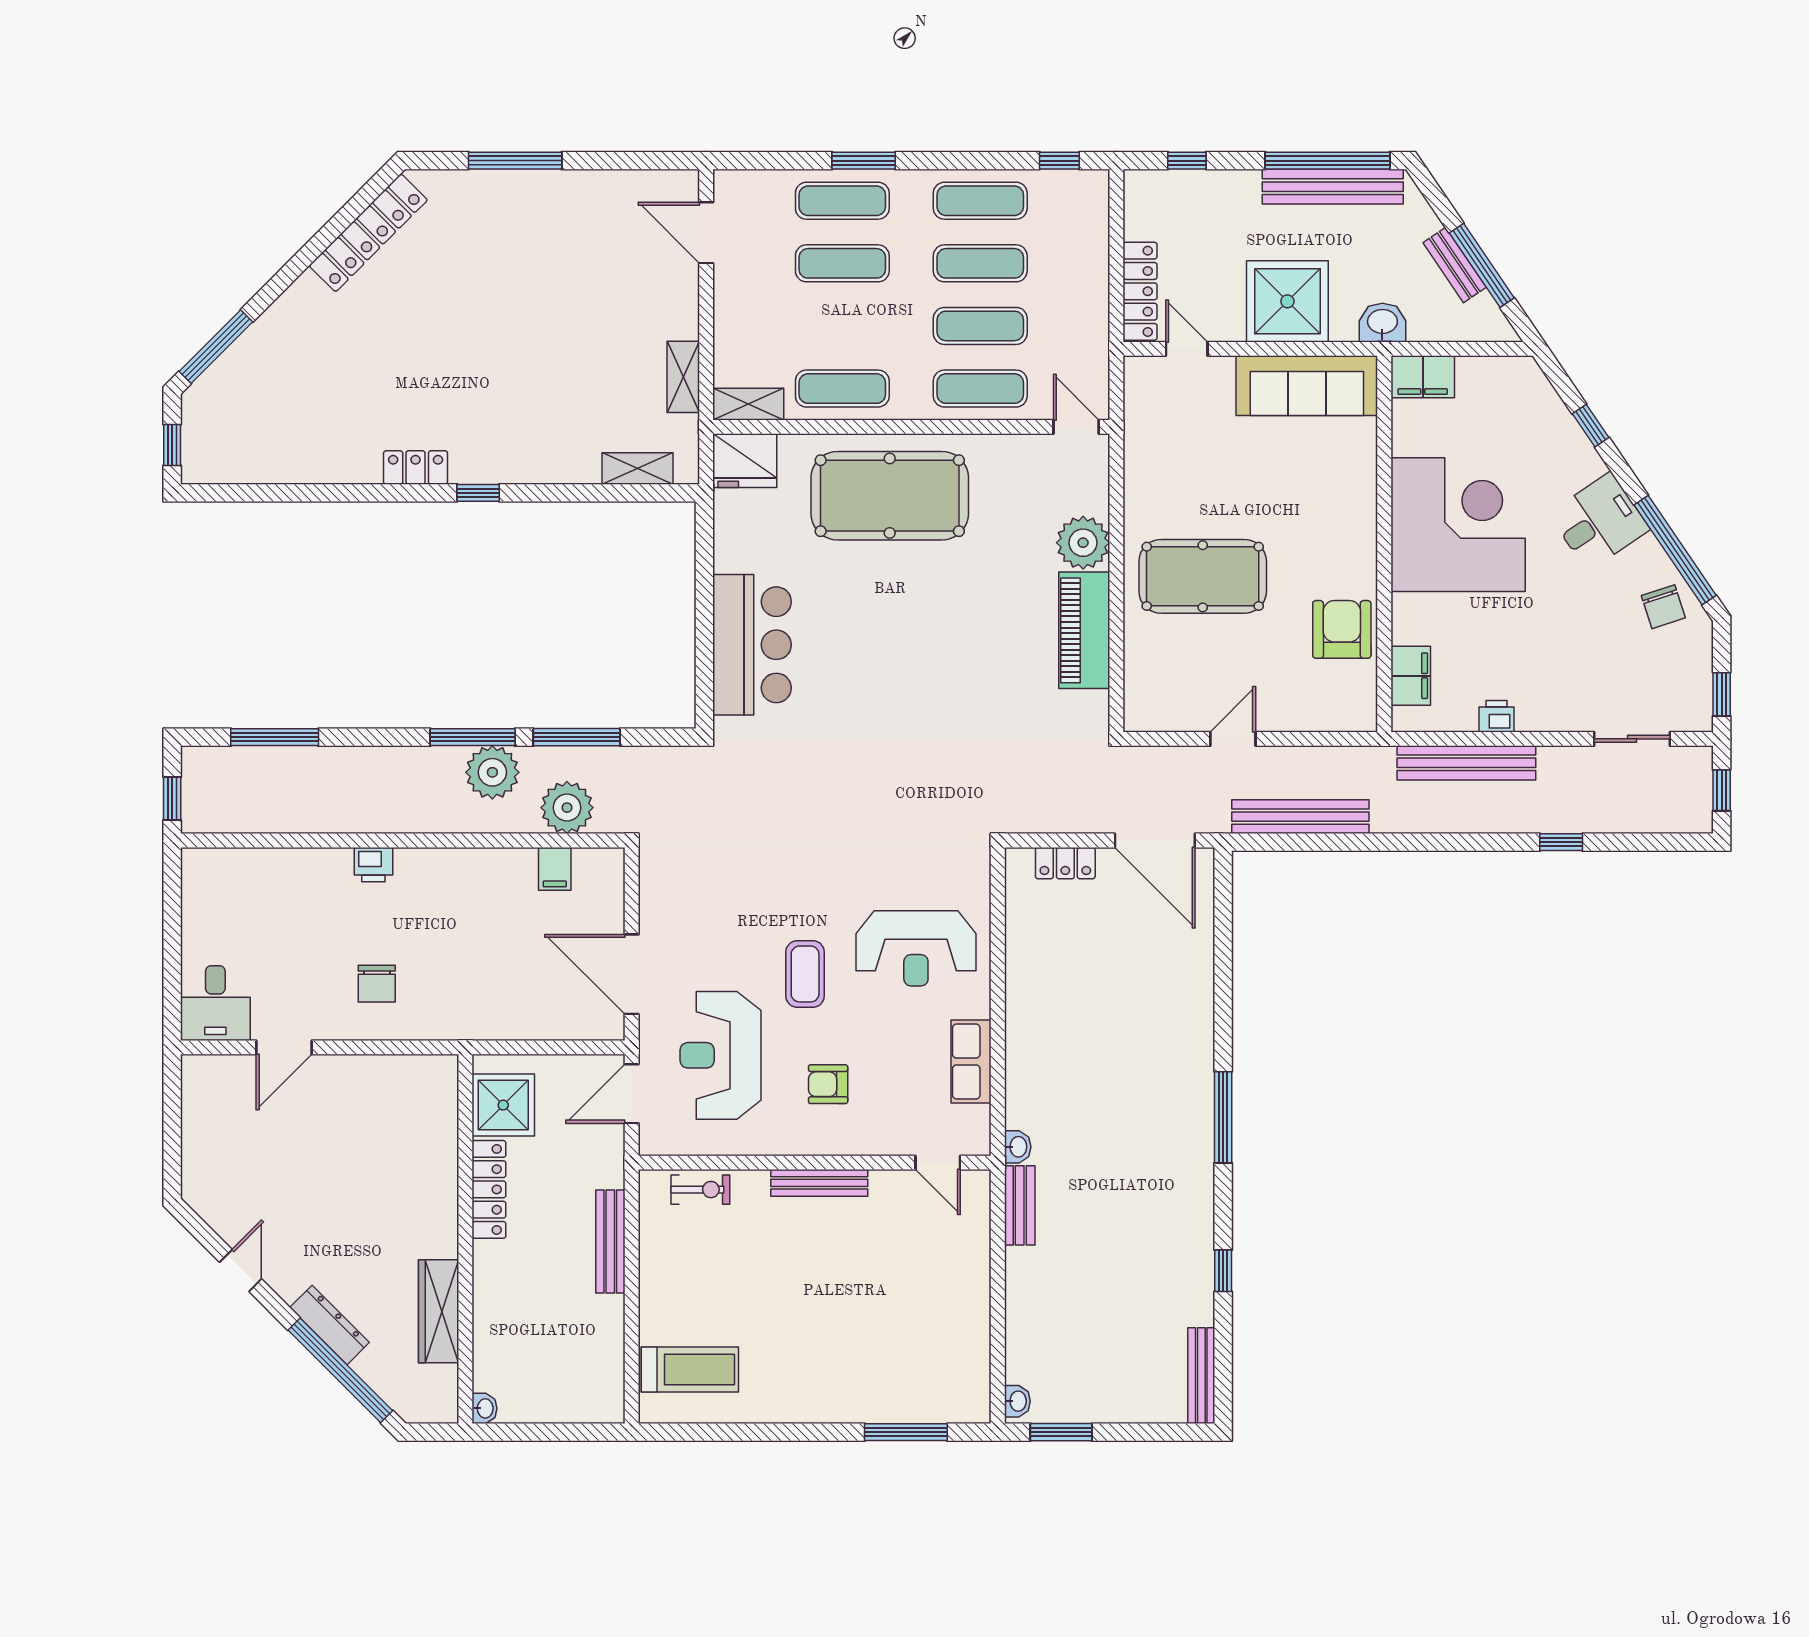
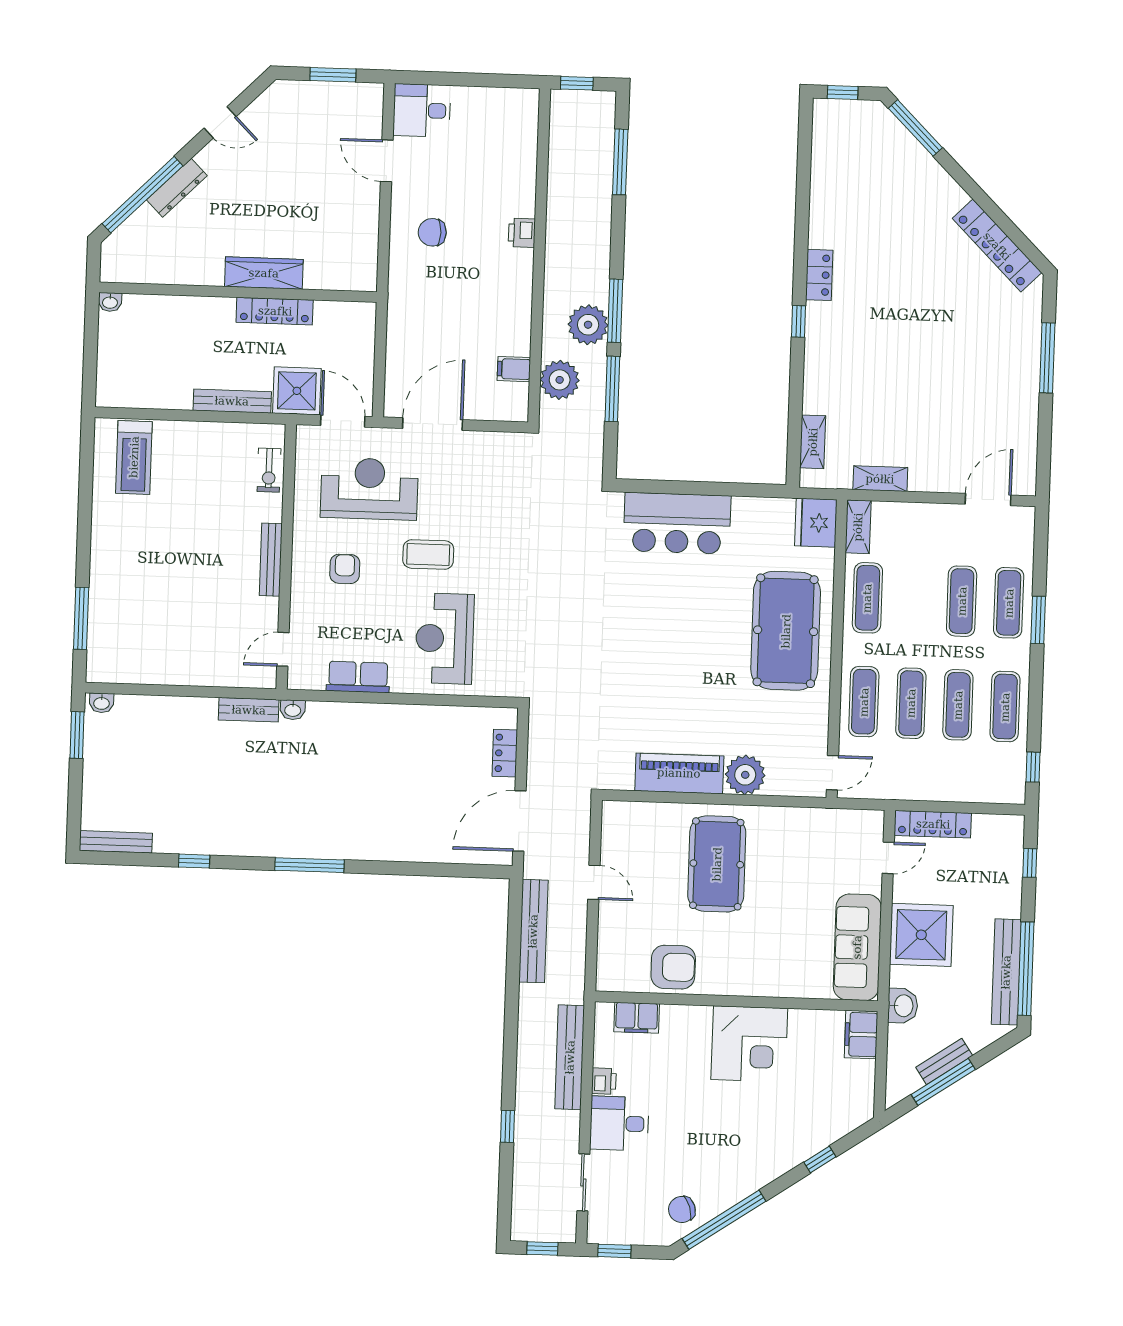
desk: (1599, 522) -> (619, 1123), moved, turned 124
corner desk: (1458, 525) -> (749, 1044), width x0.74, depth x0.74
shower: (503, 1105) -> (297, 391), moved
window: (172, 1123) -> (333, 75), added
wardrobe: (439, 1311) -> (264, 273), moved

